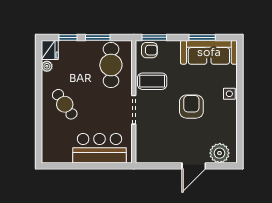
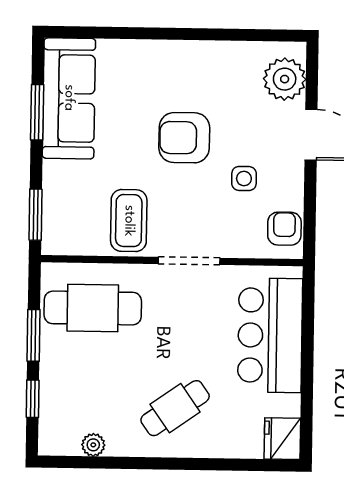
fridge: (50, 50) -> (282, 439), moved, turned -90
armchair: (149, 50) -> (284, 229), moved
side table: (229, 94) -> (244, 179), moved

